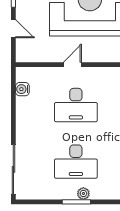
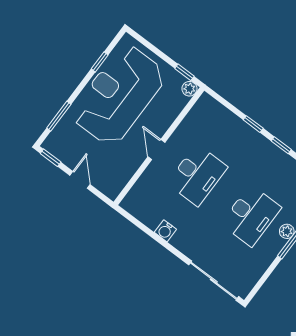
door: (13, 29) -> (80, 180), hinge flipped
water cooler: (22, 89) -> (165, 231), moved

